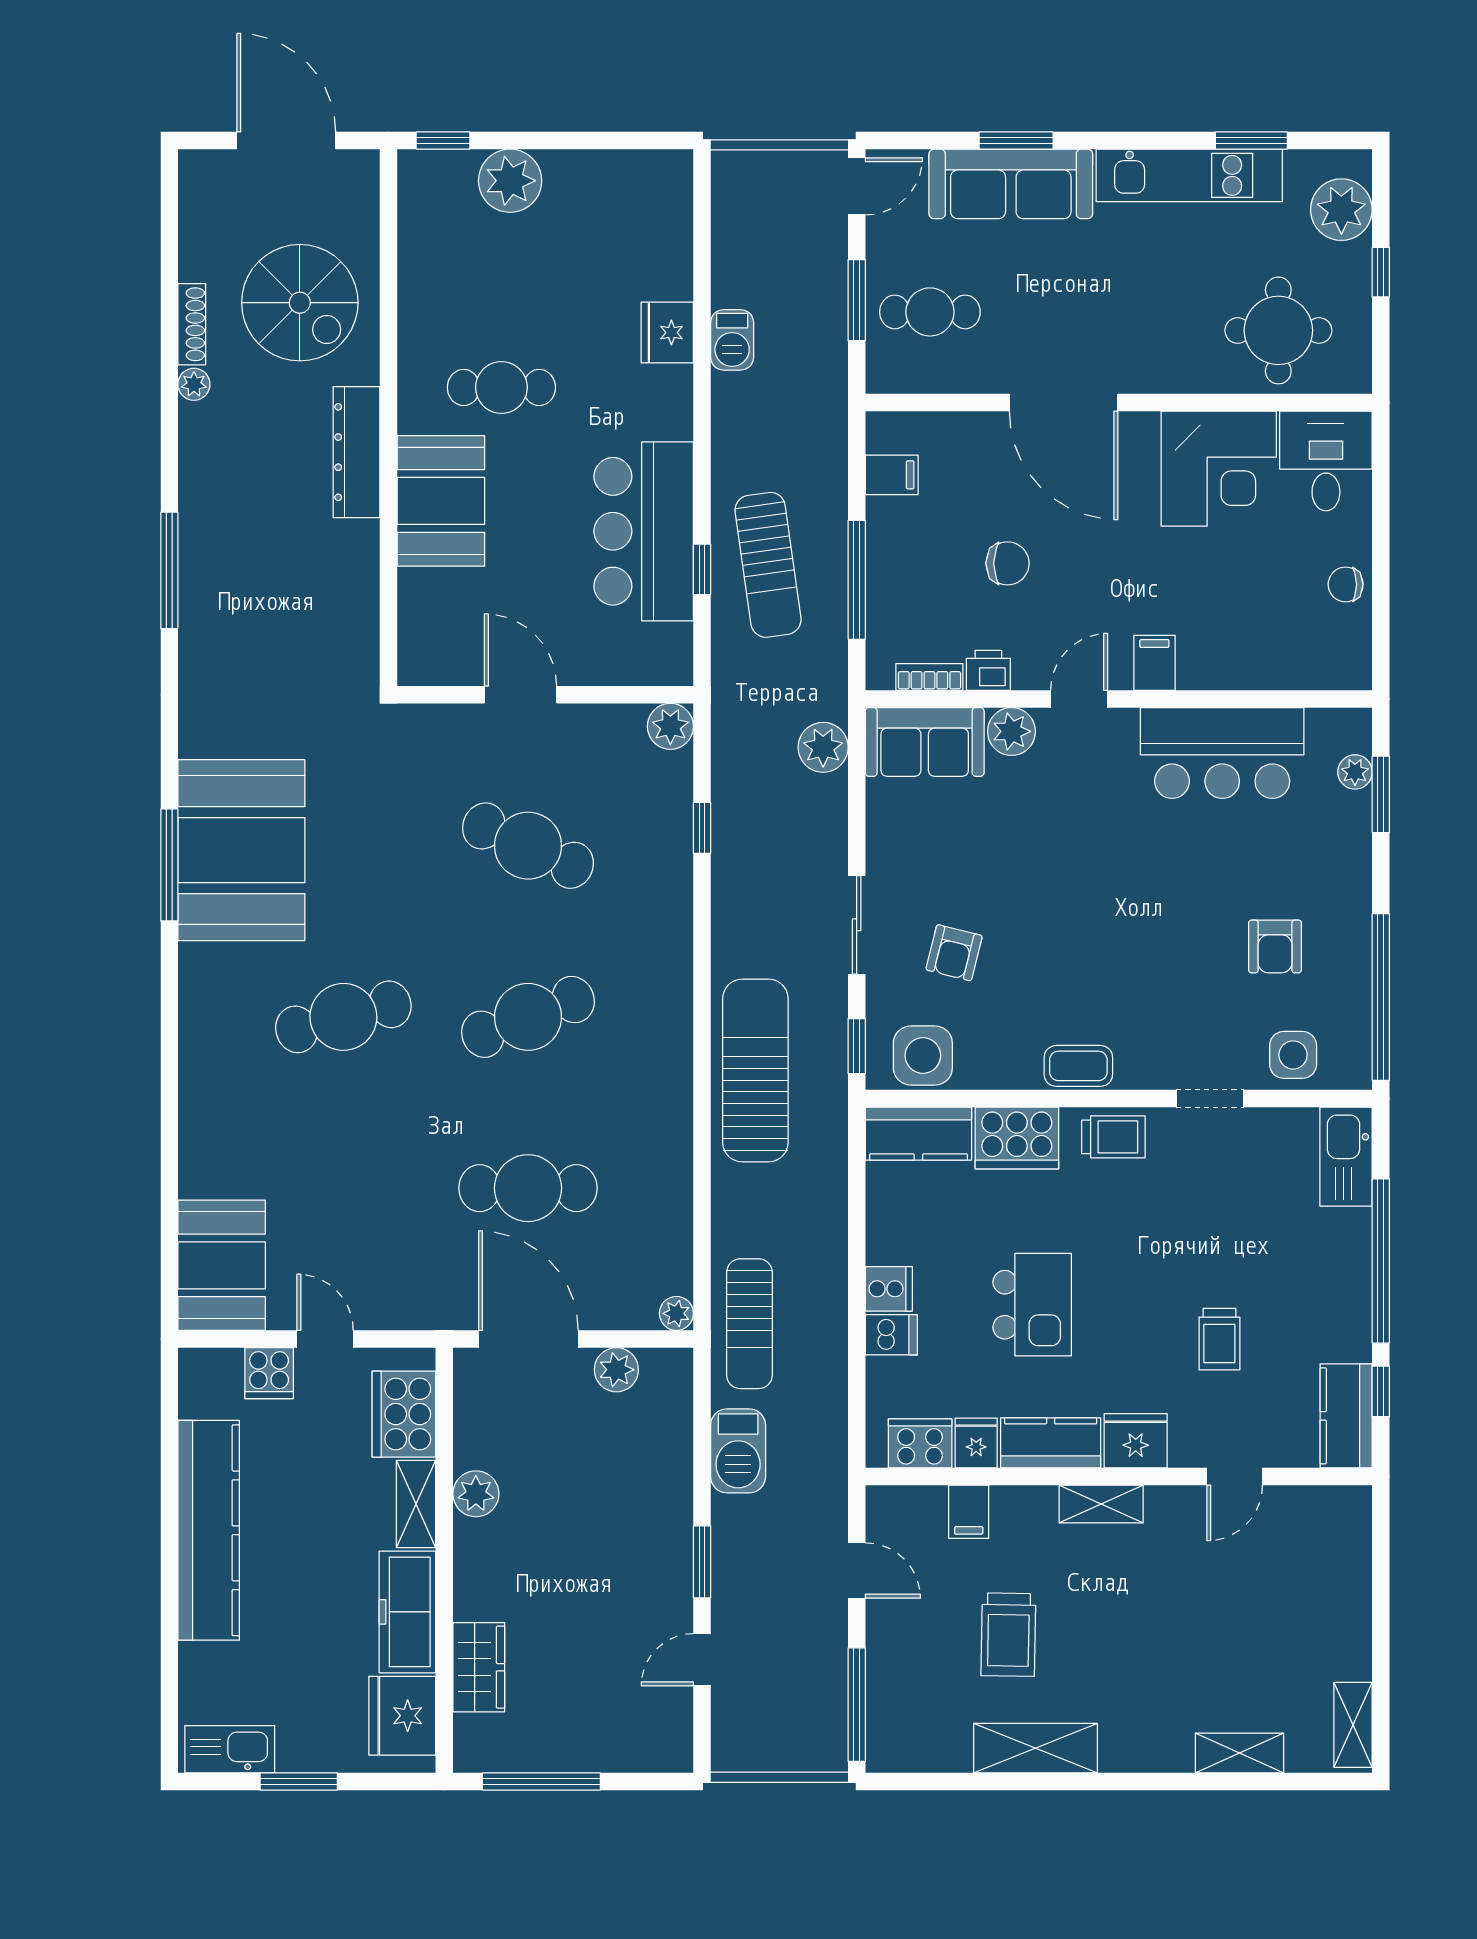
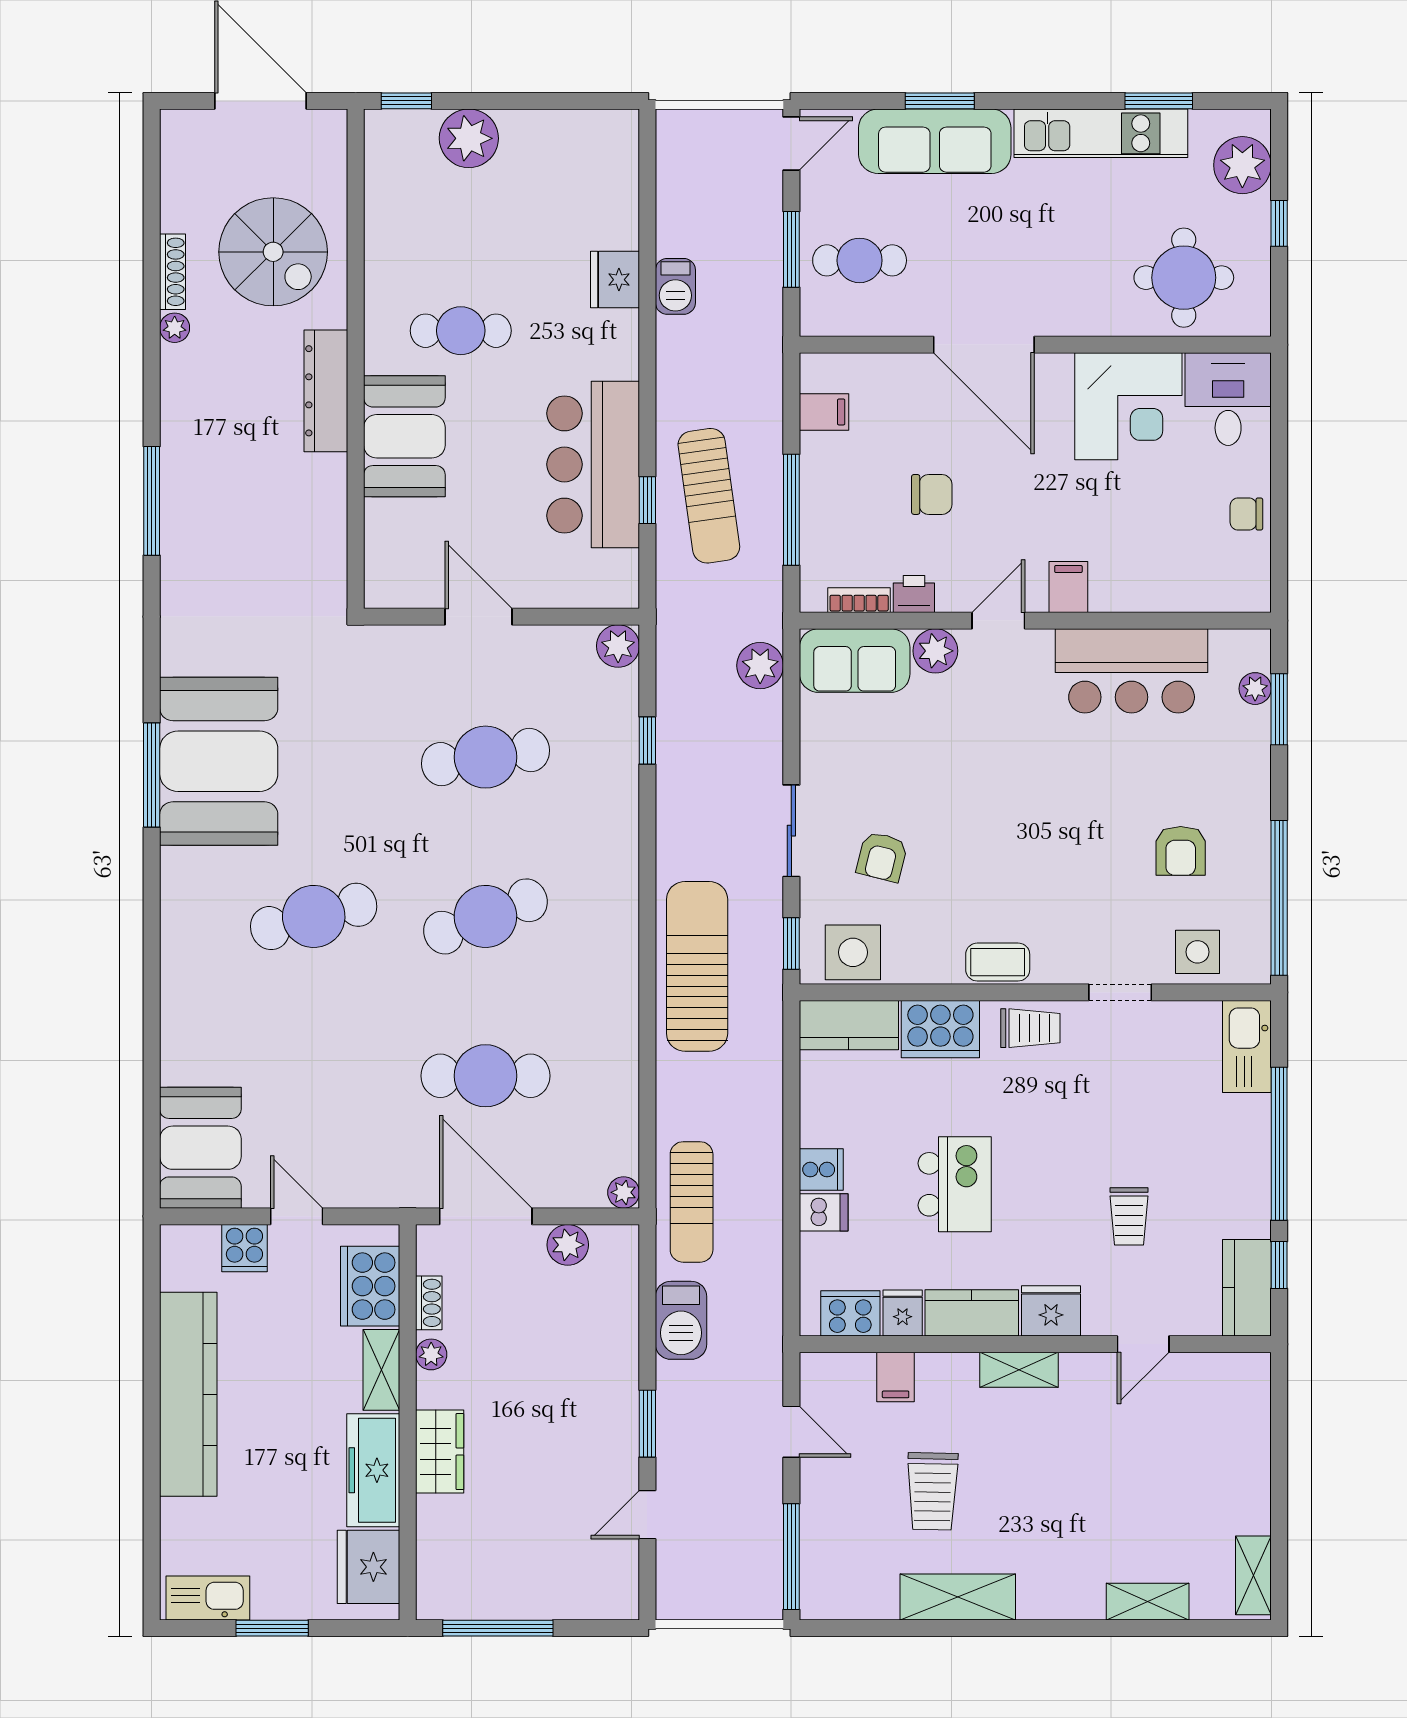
cafe table: (528, 846) -> (485, 757), turned -33
shoe rack: (467, 1432) -> (429, 1303), added
plant: (476, 1494) -> (431, 1354), width x0.73, depth x0.73
wardrobe: (479, 1667) -> (440, 1452), moved

